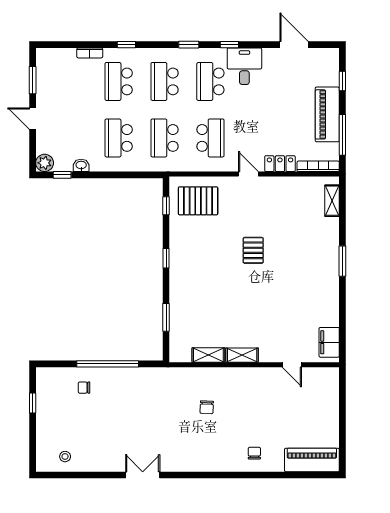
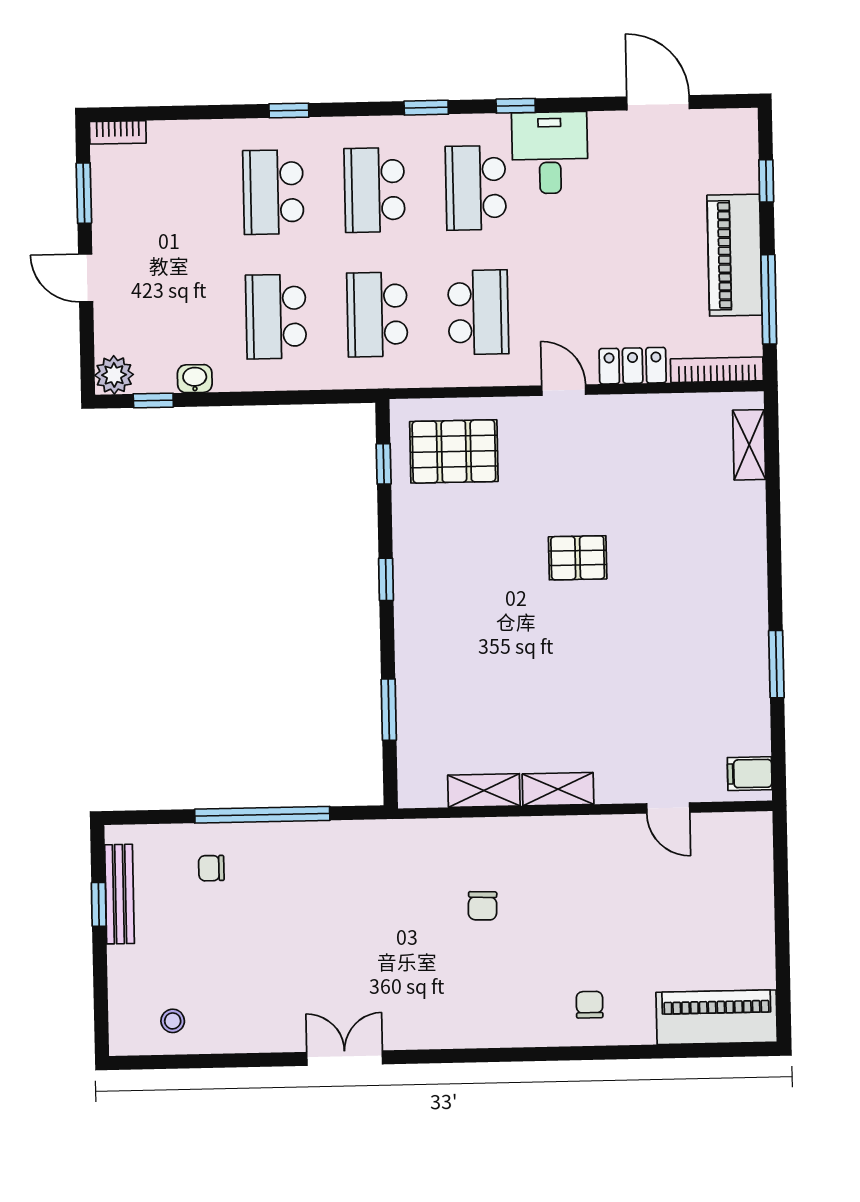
bookcase: (90, 53) -> (118, 132), moved
pallet: (253, 250) -> (578, 558), turned 90
window: (342, 261) -> (776, 664), moved
filing cabinet: (329, 342) -> (750, 774), width x0.50
bench: (42, 398) -> (119, 894), added

